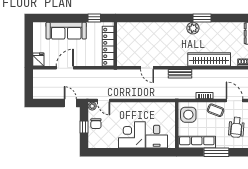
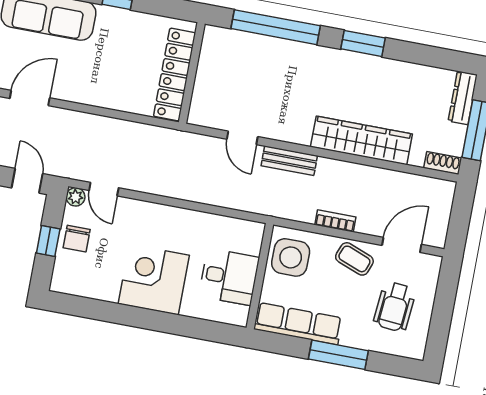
window: (164, 18) -> (276, 27), added
plant: (193, 28) -> (338, 62), removed
wall: (115, 44) -> (192, 73), moved
locker: (108, 46) -> (175, 75), moved
door: (147, 68) -> (242, 138), moved
door: (235, 101) -> (402, 245), hinge flipped
desk: (157, 137) -> (229, 277), moved, turned -90

